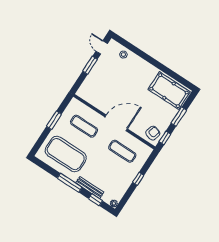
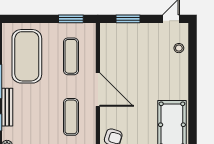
window: (90, 65) -> (128, 19), moved
window: (54, 120) -> (71, 19), moved

